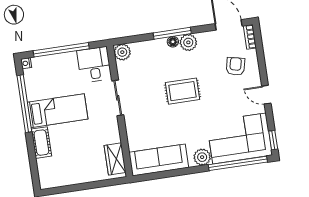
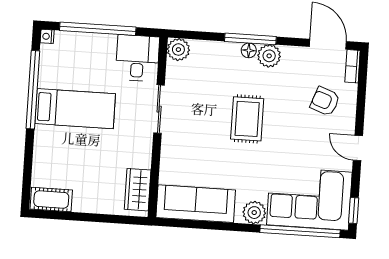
armchair: (235, 66) -> (325, 101), turned -83
rug: (182, 91) -> (247, 119), turned 90
cot: (41, 143) -> (51, 199), moved, turned 90

